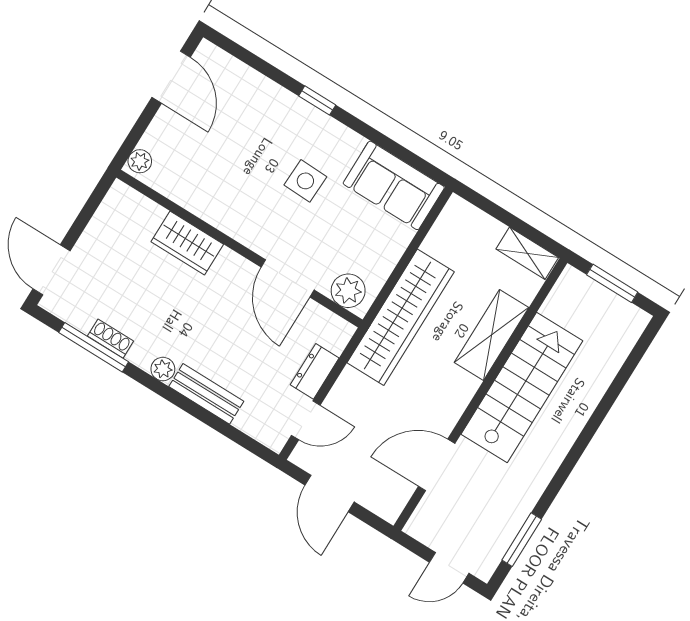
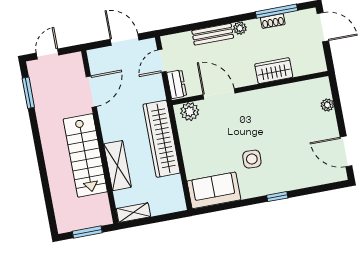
wardrobe: (187, 243) -> (274, 71), moved
wall: (239, 249) -> (250, 88), moved
door: (288, 278) -> (219, 94), moved
plant: (348, 291) -> (190, 112), moved

